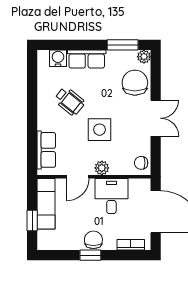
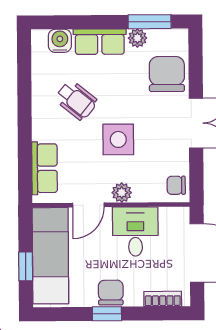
plant: (144, 57) -> (137, 38), moved
exam couch: (46, 204) -> (50, 256), width x1.36, depth x1.45

